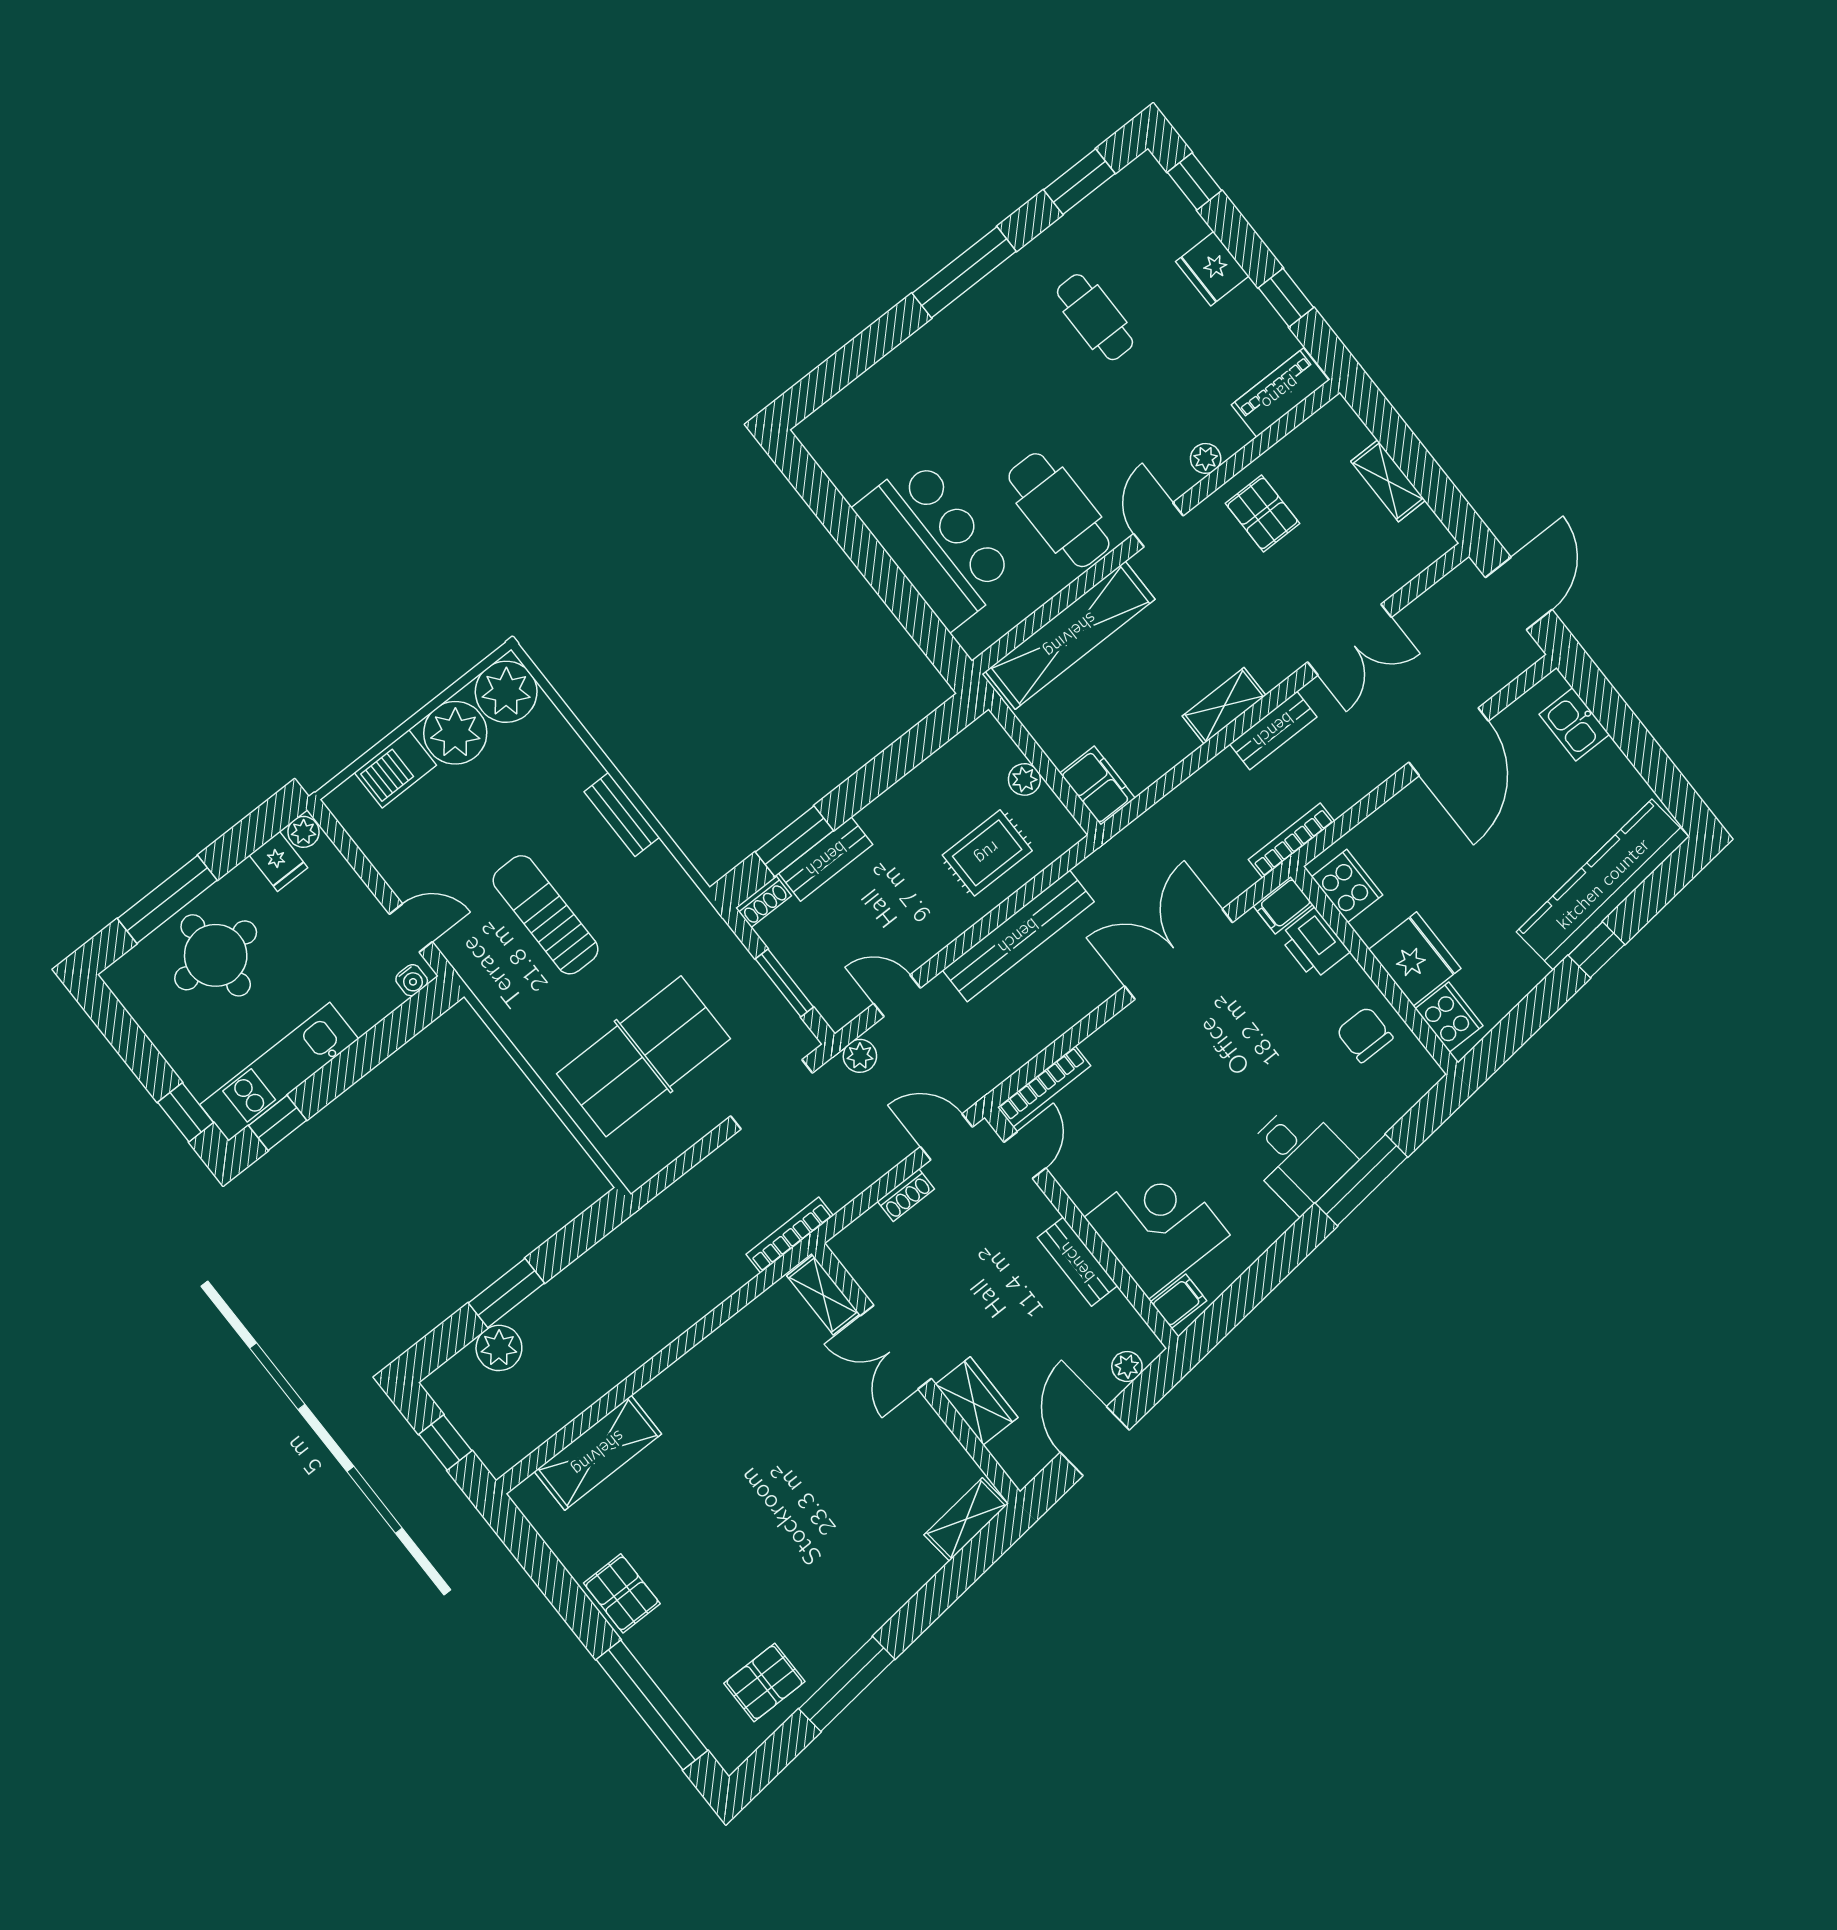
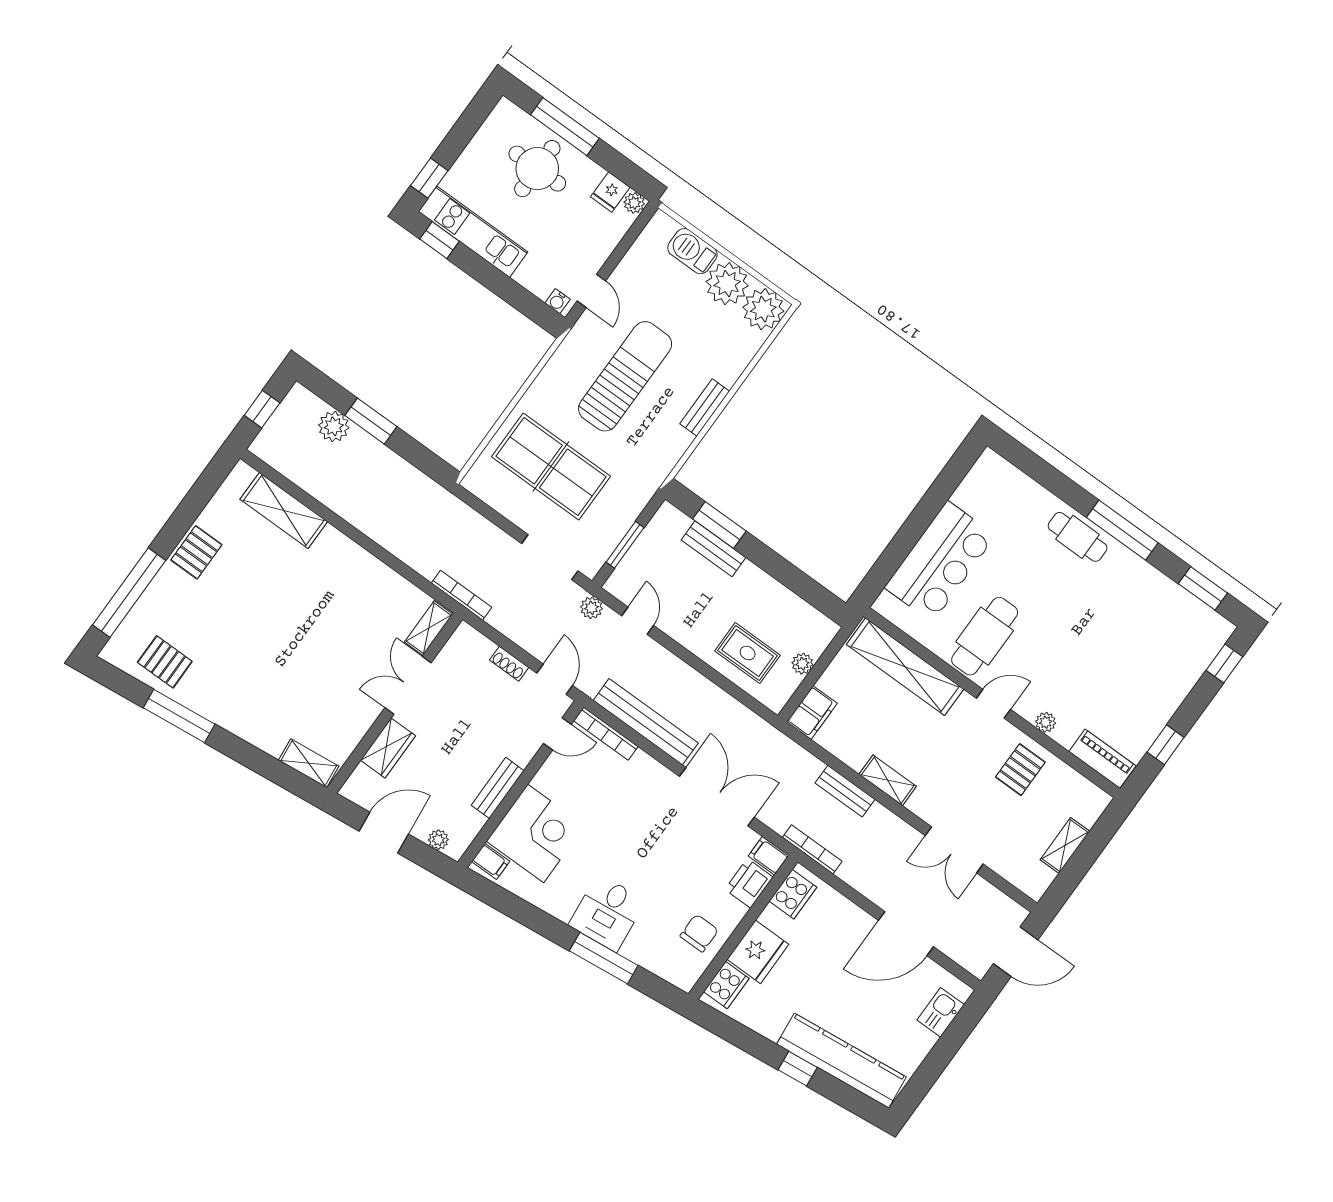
fridge: (1212, 269) -> (1171, 691), removed
cafe table: (1095, 317) -> (1078, 537), moved, turned 90
bench: (1273, 730) -> (845, 791), moved
shoe rack: (763, 902) -> (674, 516), removed
sun lounger: (546, 915) -> (625, 376), width x1.36, depth x1.34
bench: (1018, 936) -> (646, 722), moved

